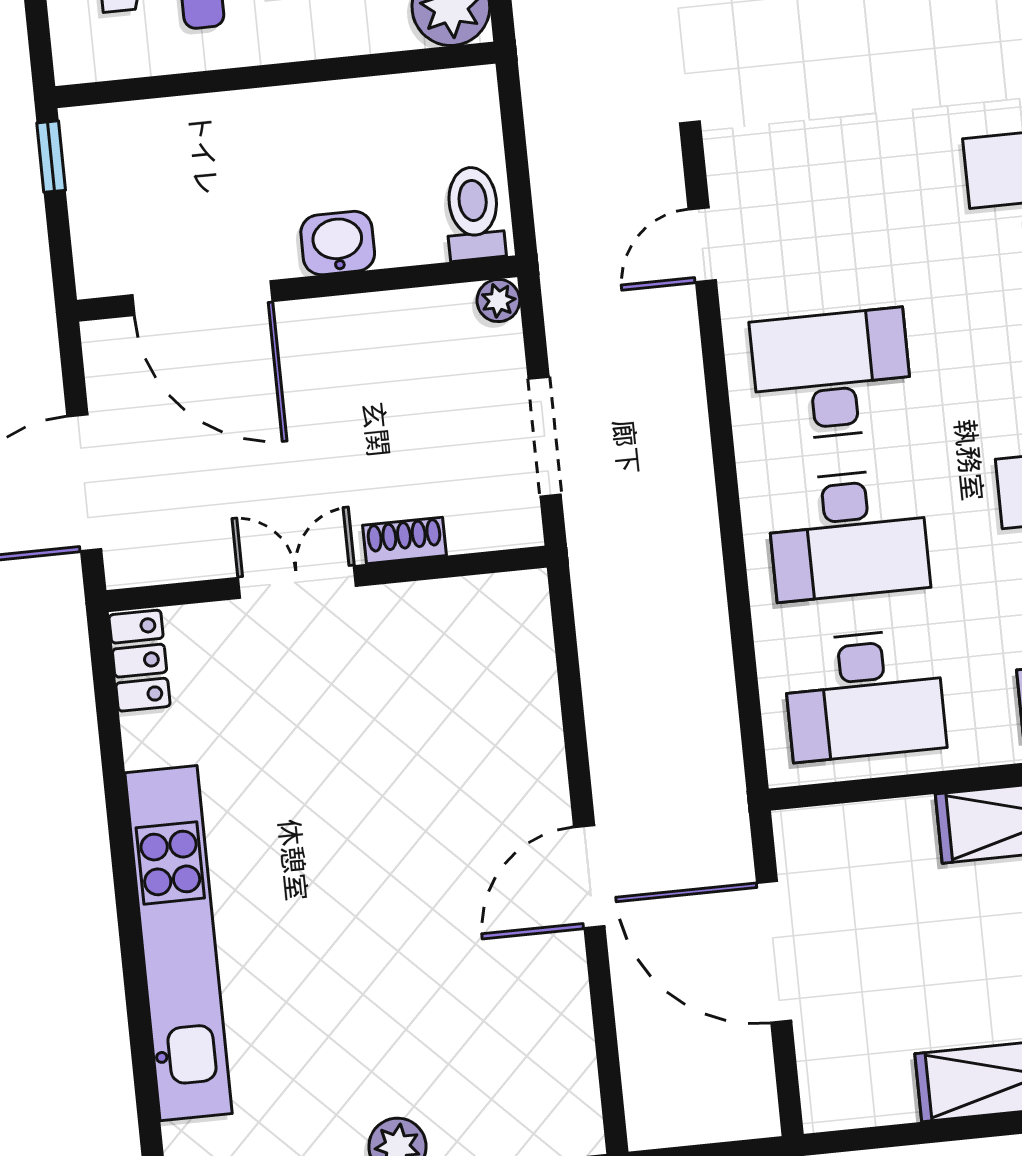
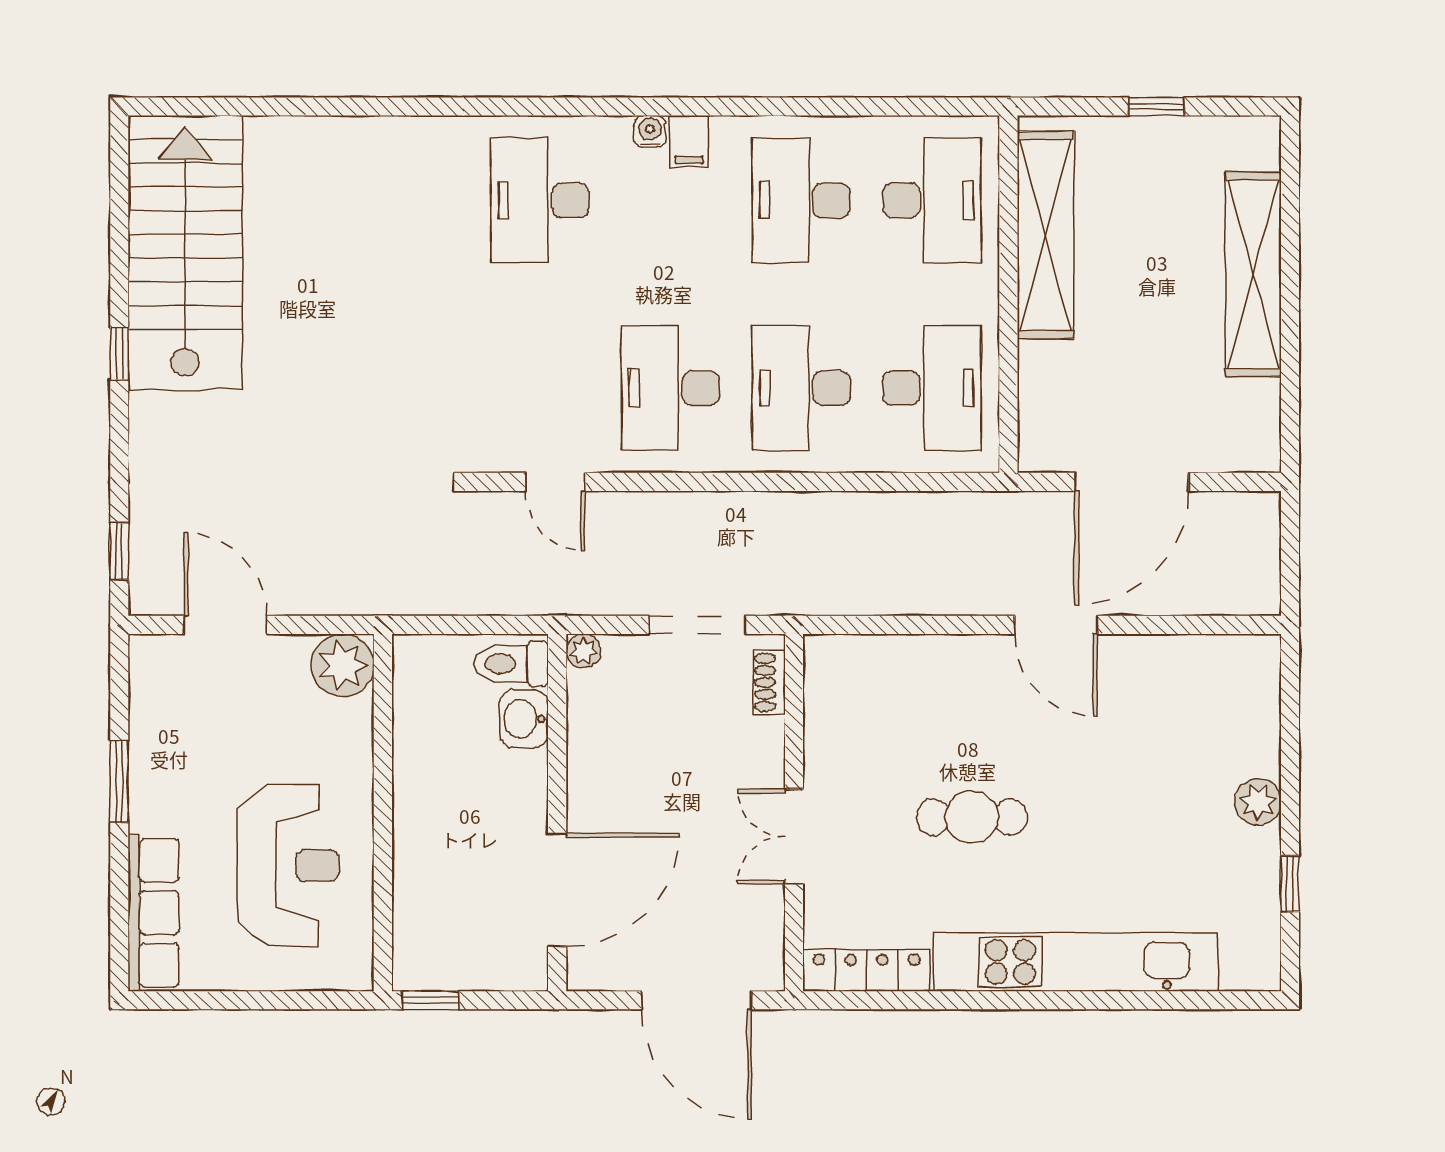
washbasin: (338, 243) -> (524, 719), moved
desk: (848, 535) -> (801, 388), turned 180
shoe rack: (404, 540) -> (769, 682), moved
locker: (140, 661) -> (867, 970), width x1.53
cafe table: (343, 798) -> (972, 817), added

